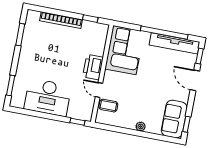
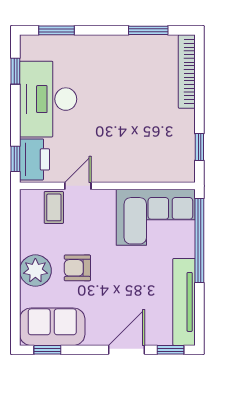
bookcase: (61, 20) -> (187, 72), moved
window: (164, 33) -> (199, 240), moved
printer: (93, 67) -> (35, 159), moved, turned 90
armchair: (144, 99) -> (77, 268), added
window: (29, 112) -> (15, 71), added
plant: (141, 127) -> (35, 271), width x1.88, depth x1.88

